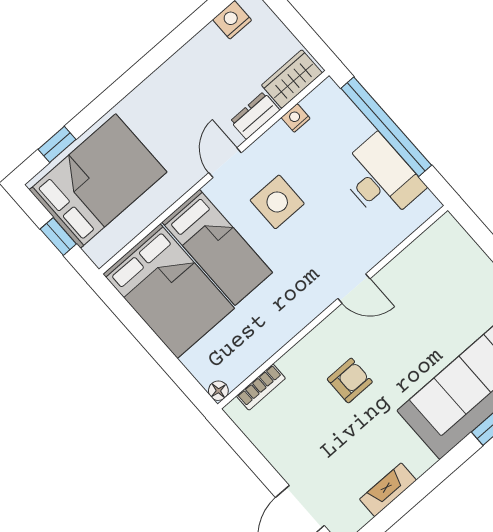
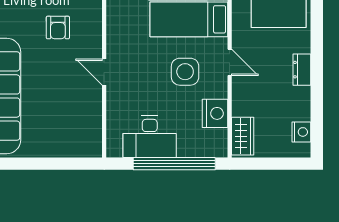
dresser: (255, 116) -> (302, 70), moved, turned 180
nightstand: (296, 118) -> (215, 113), width x1.89, depth x1.79
door: (354, 289) -> (104, 72), hinge flipped

